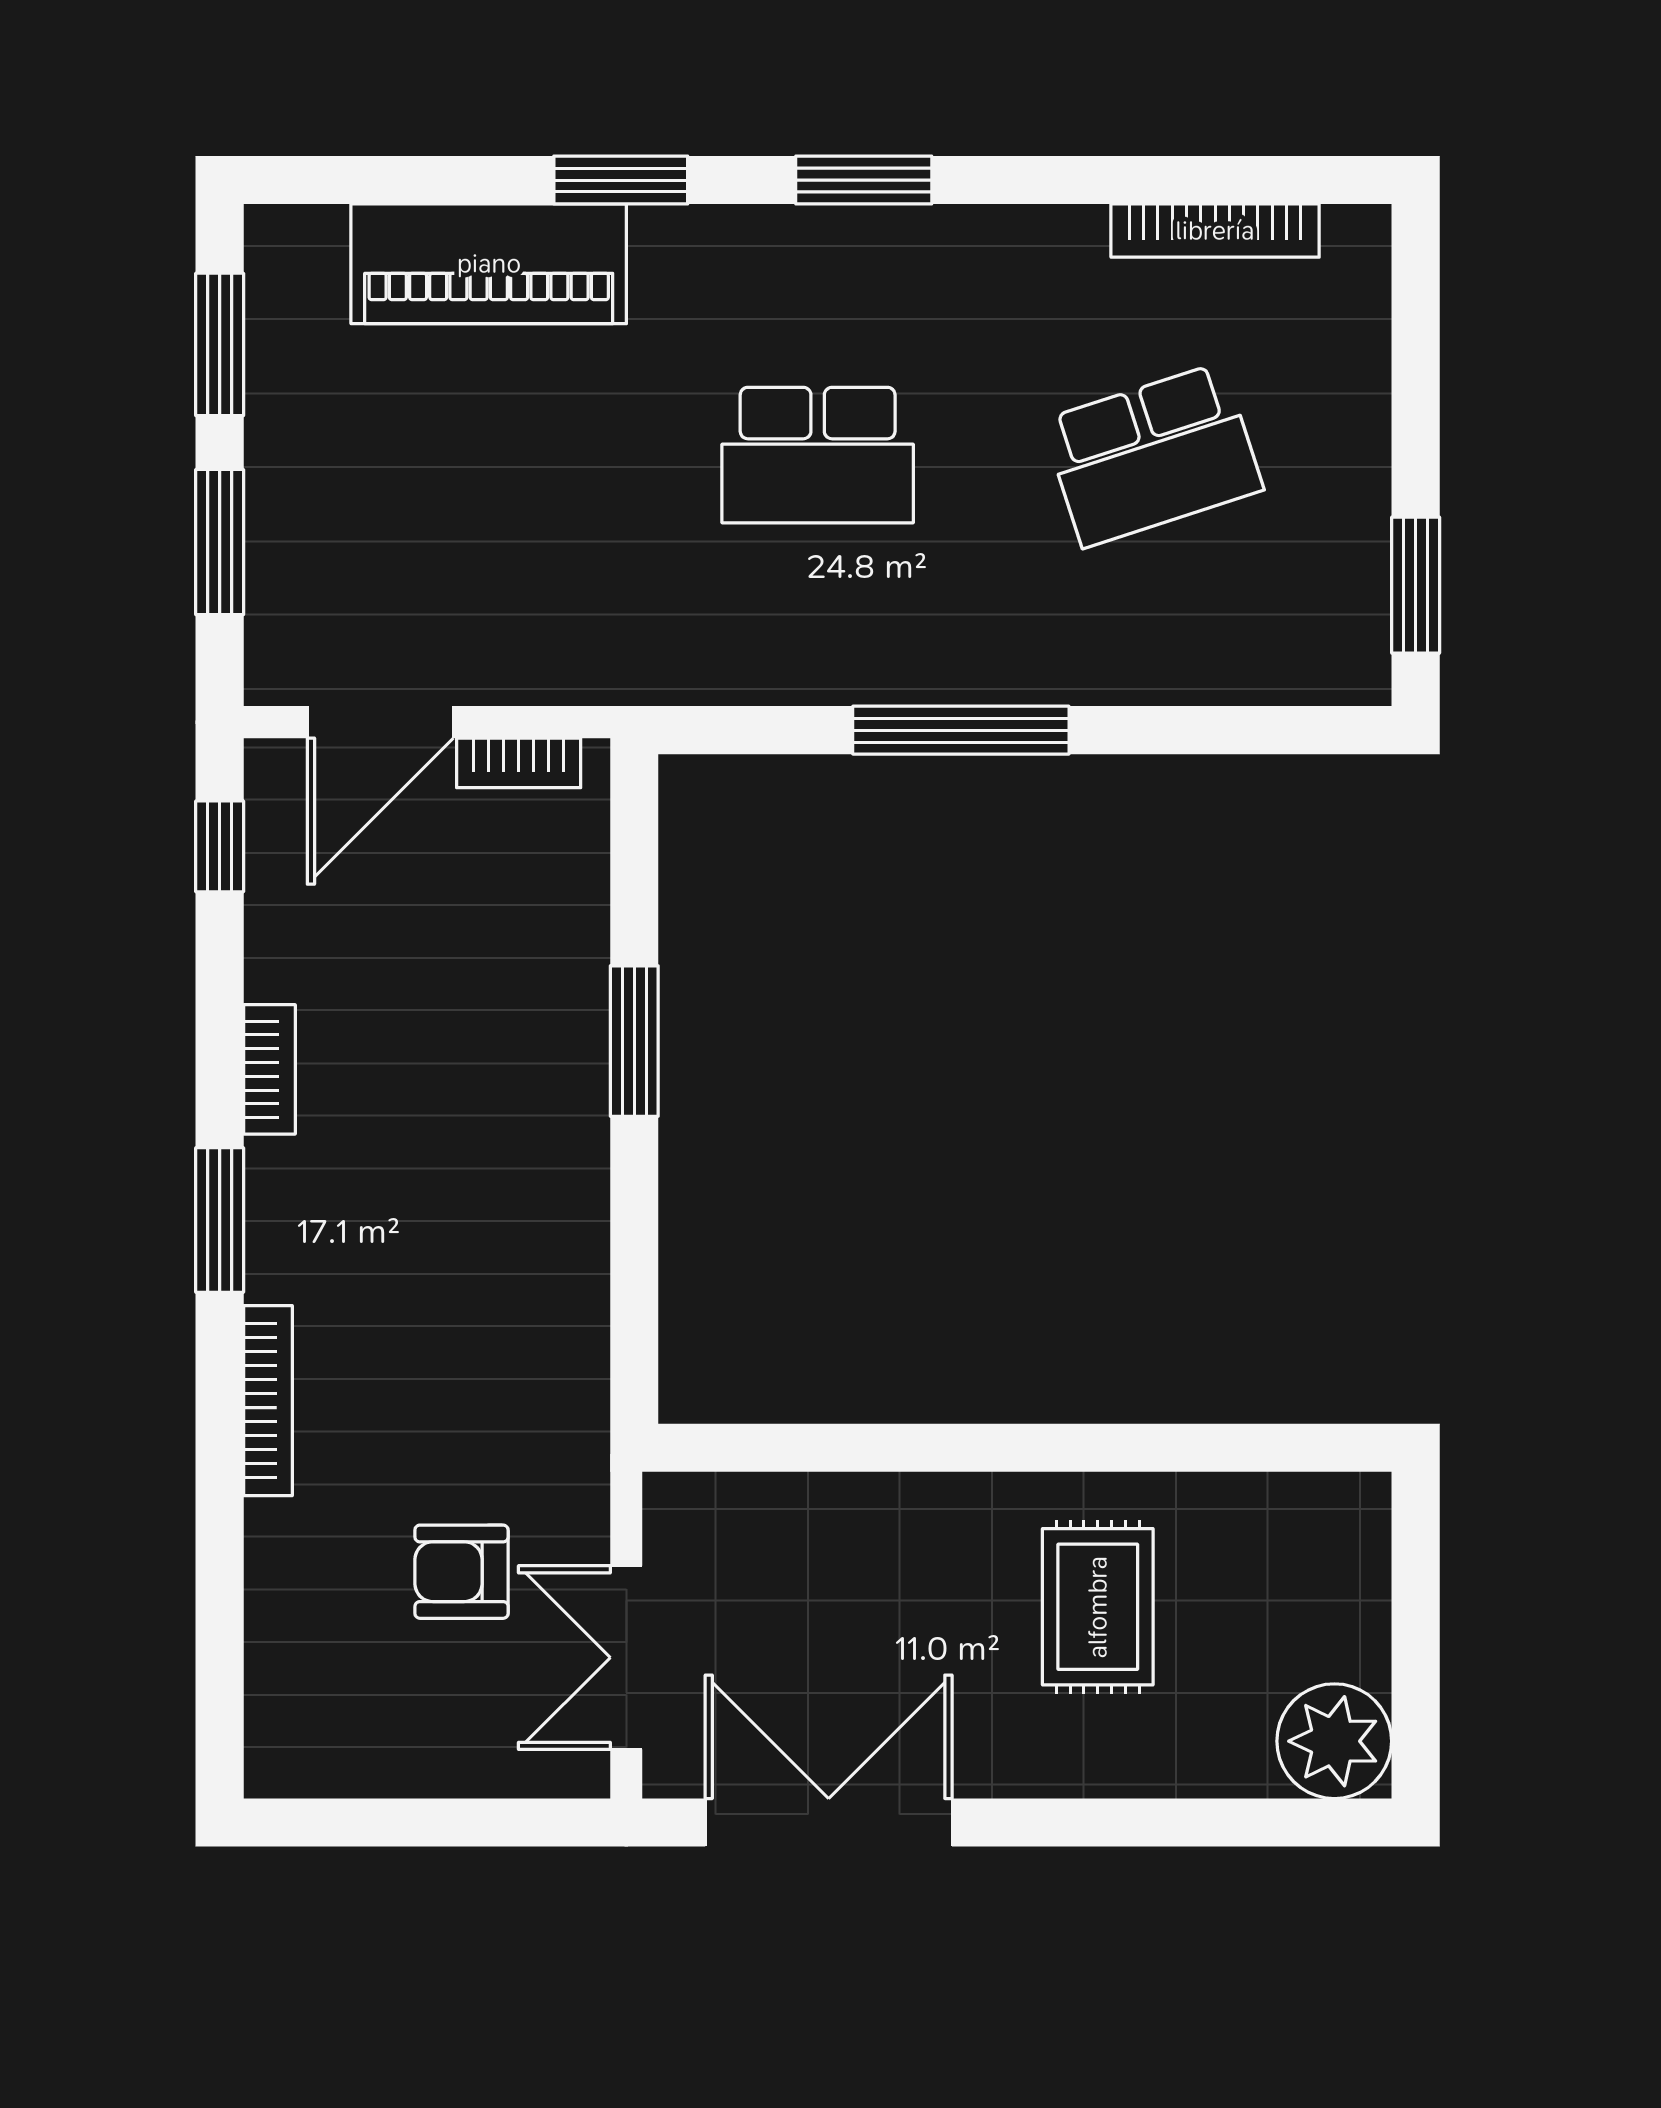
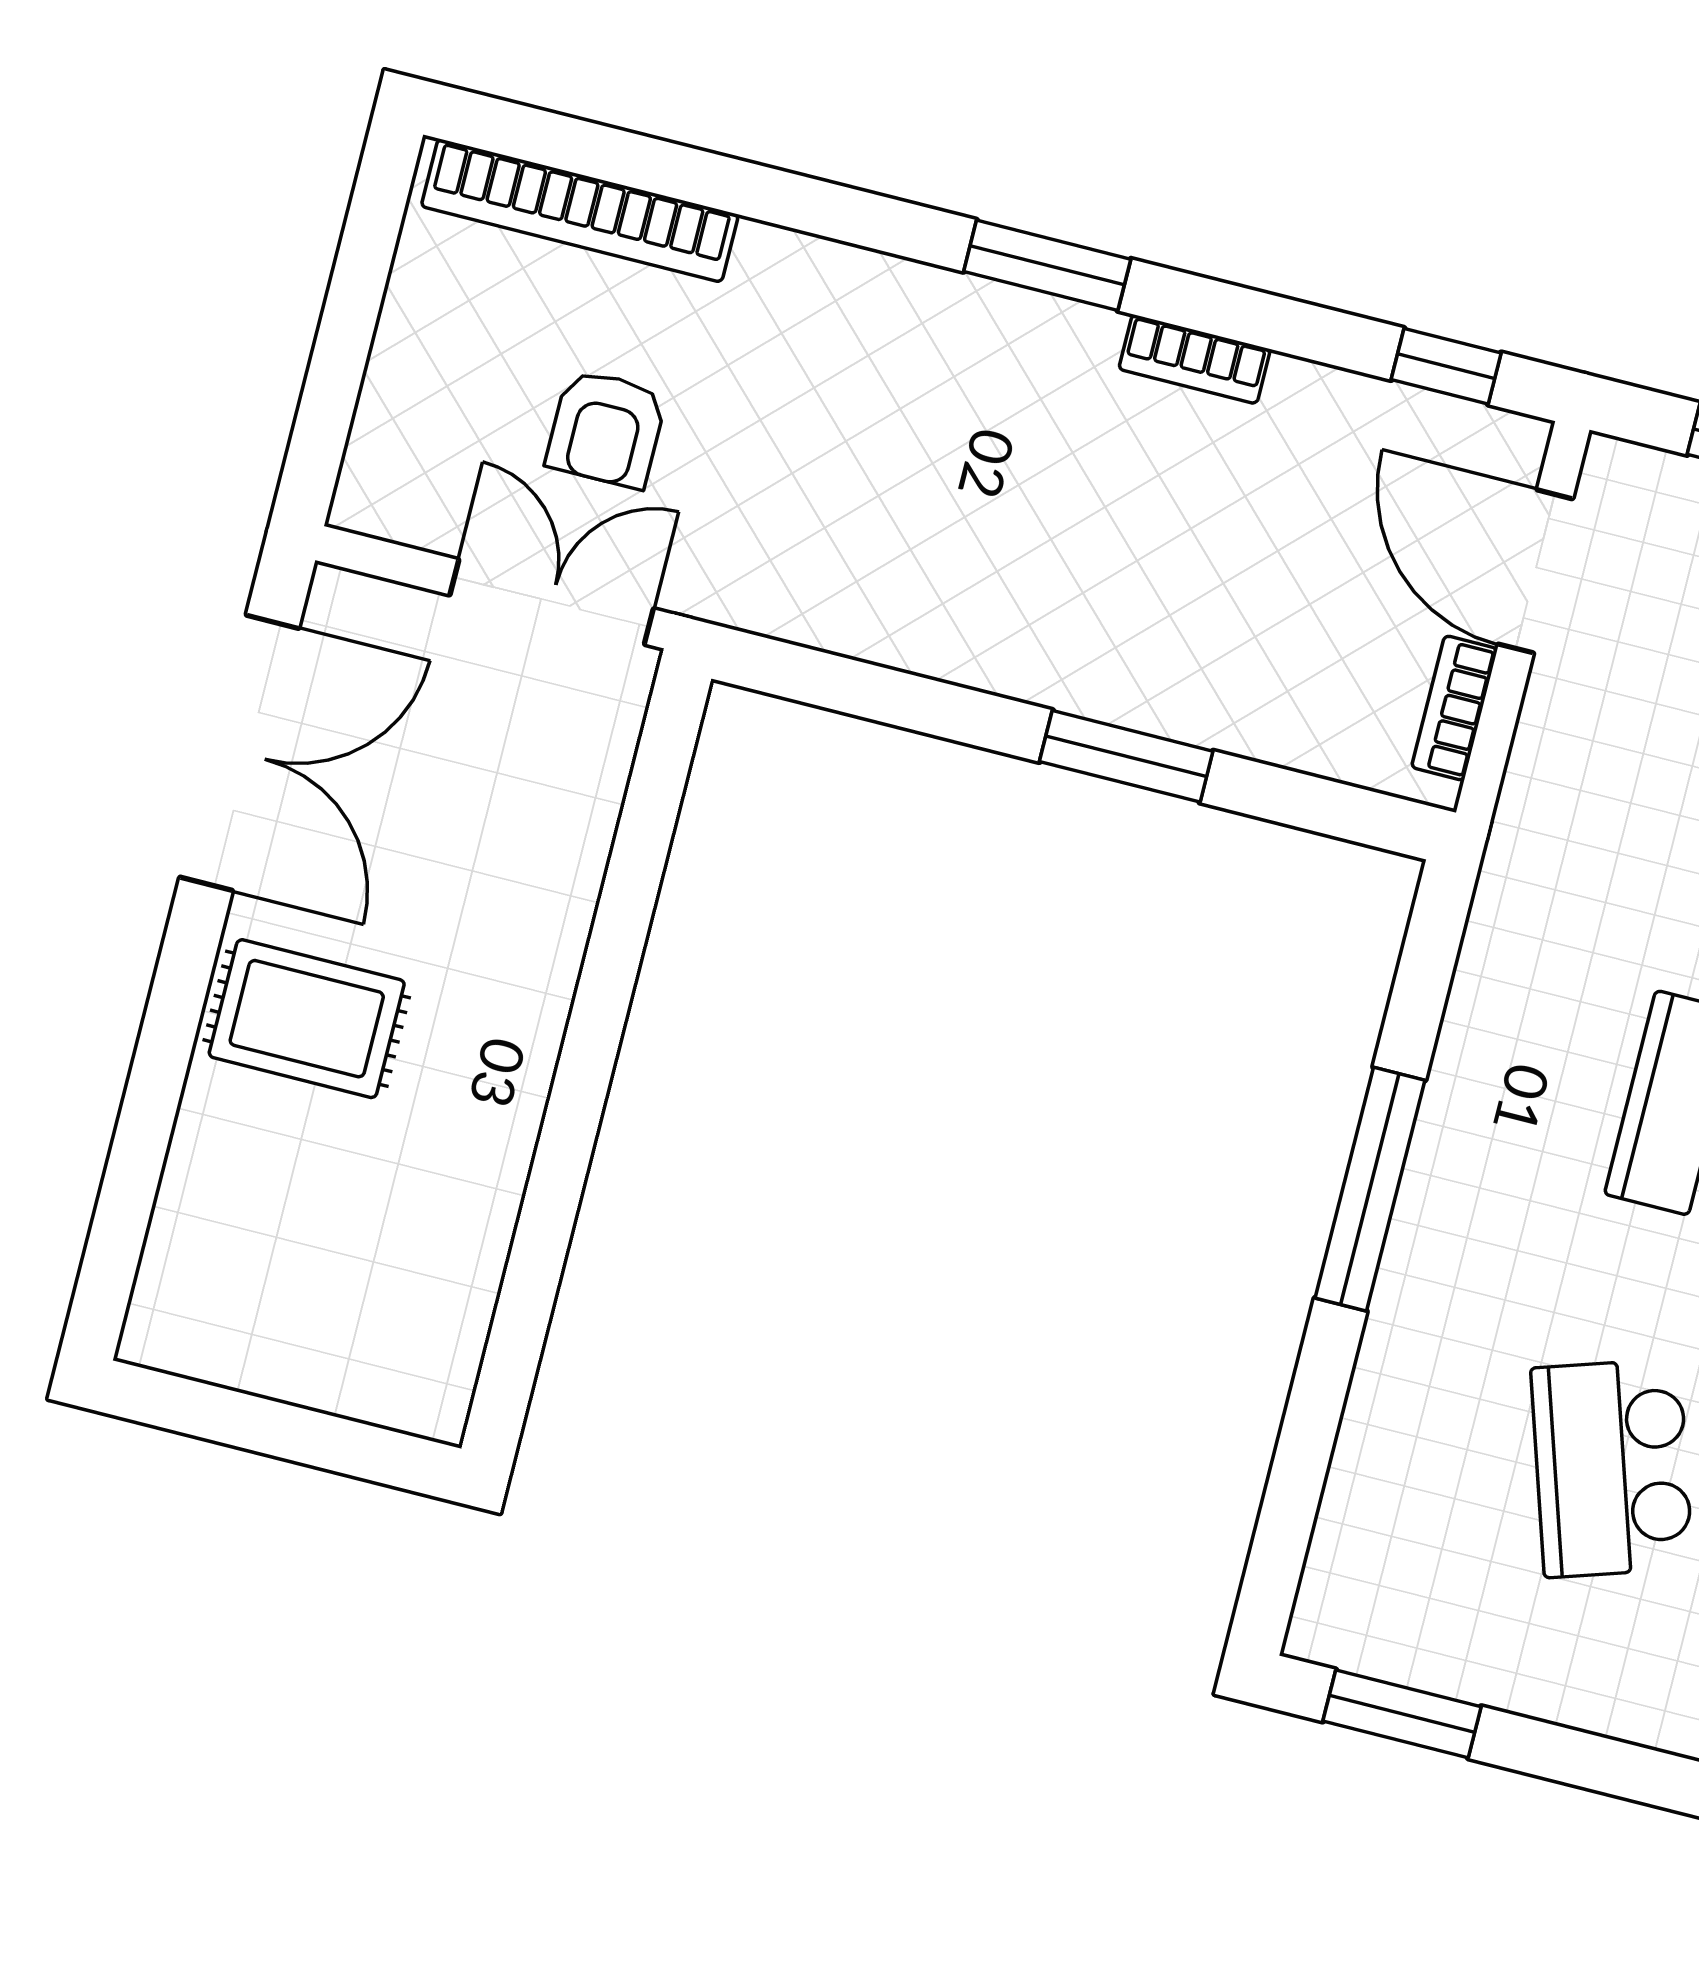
bookcase: (268, 1401) -> (580, 210), moved, width x1.48, depth x1.31
armchair: (462, 1572) -> (606, 429), turned 180
rug: (1098, 1607) -> (307, 1019), moved
double door: (626, 1658) -> (552, 602), moved
plant: (1334, 1741) -> (190, 1315), removed

